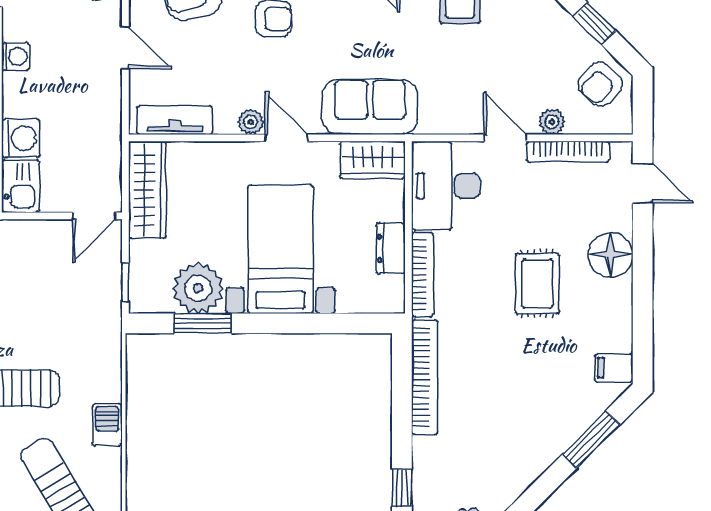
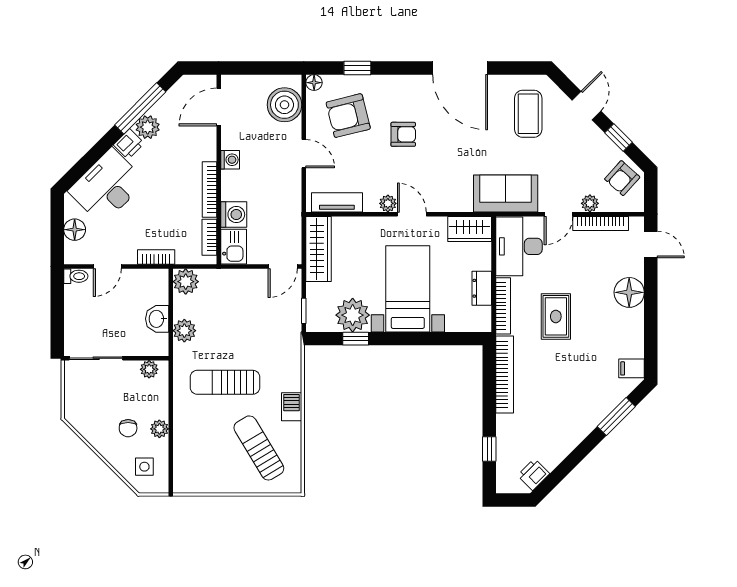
sofa: (370, 107) -> (506, 193), moved
door: (505, 138) -> (558, 214), swing flipped
rug: (537, 284) -> (556, 316), moved
window: (203, 323) -> (356, 339), width x0.67

